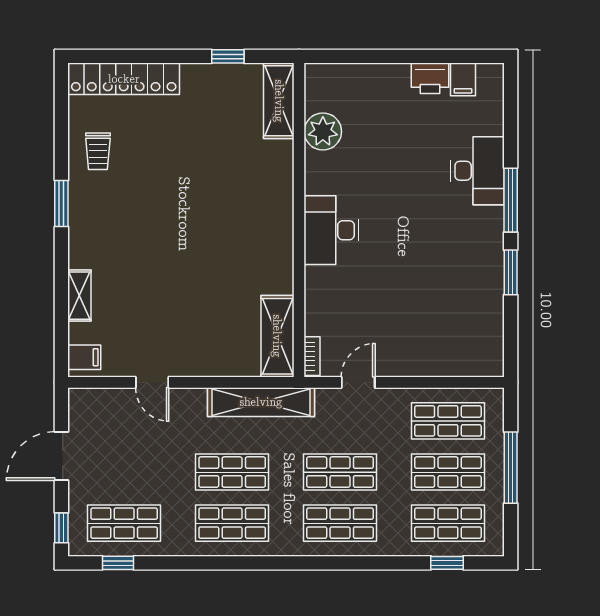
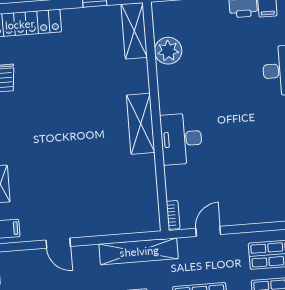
desk: (331, 230) -> (181, 139), moved
shelving: (277, 336) -> (141, 124), moved

